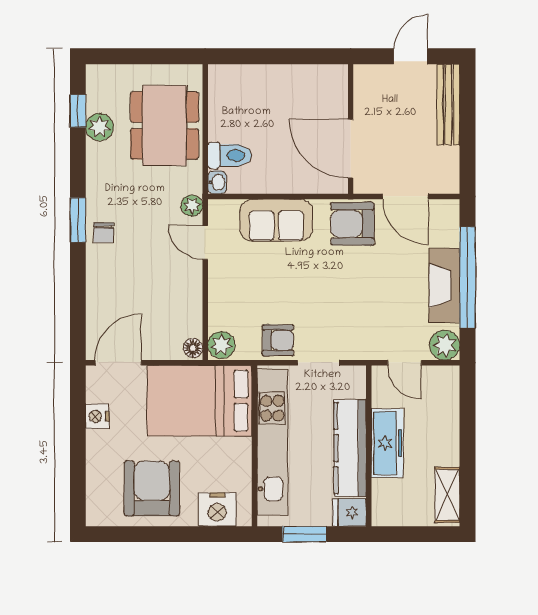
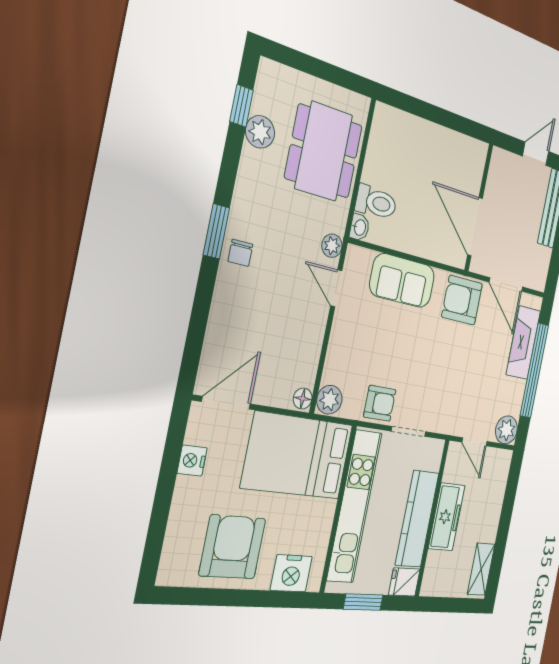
fireplace: (444, 285) -> (523, 343), moved

